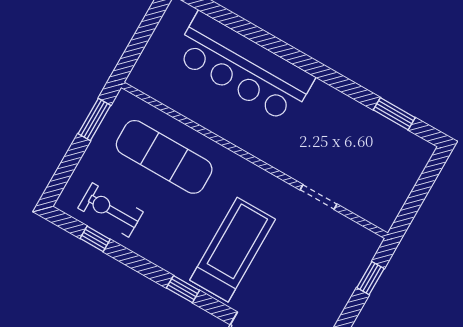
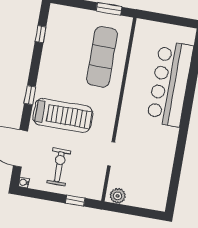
window: (394, 114) -> (175, 180), removed
exercise bike: (111, 210) -> (59, 167), moved
plant: (387, 210) -> (118, 196), added

